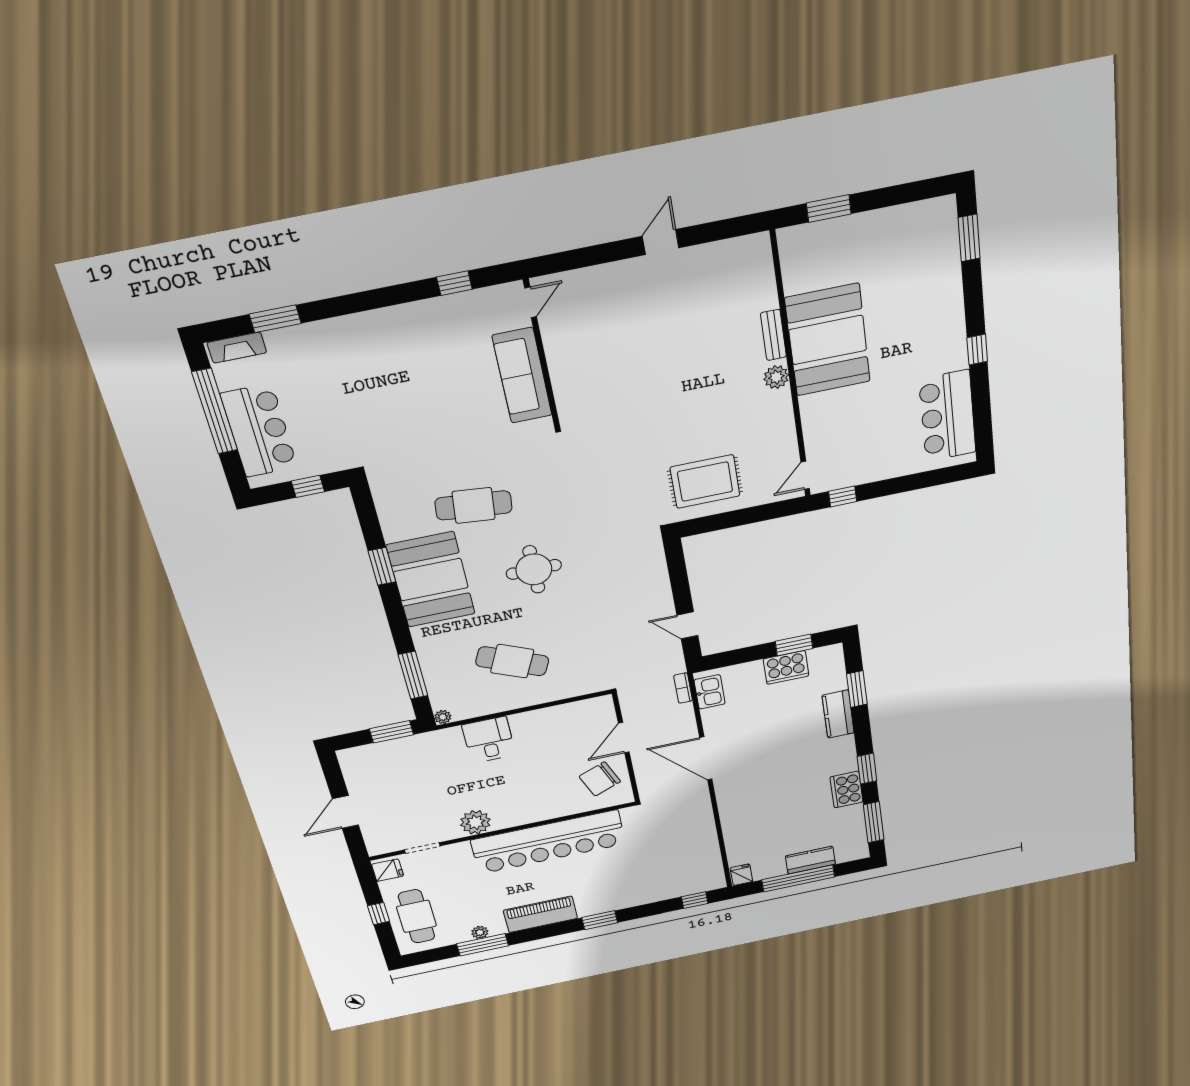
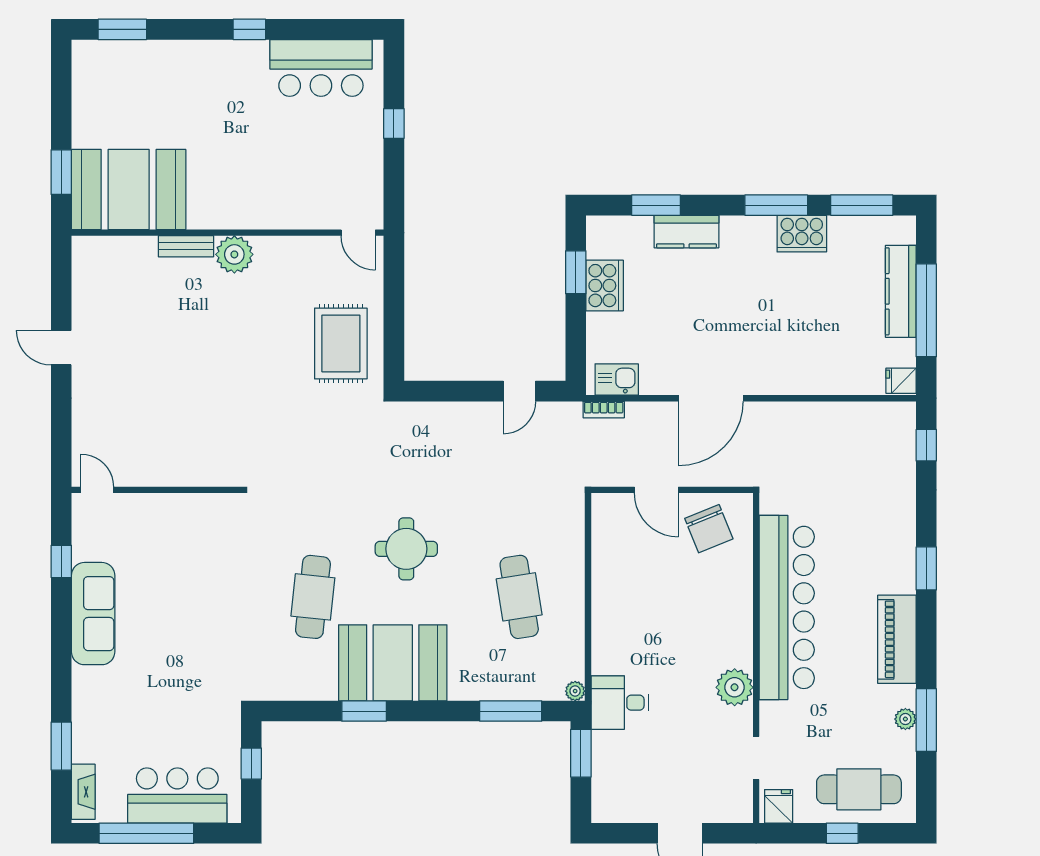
booth: (828, 340) -> (129, 189), moved
sofa: (522, 376) -> (93, 614), moved, turned -90
plant: (776, 377) -> (234, 254), width x1.36, depth x1.36
window: (843, 496) -> (394, 123), moved
cafe table: (512, 661) -> (519, 597), turned -33
desk: (489, 740) -> (620, 703), moved
window: (867, 769) -> (776, 205), width x1.44
kitchen counter: (810, 860) -> (901, 291), width x1.50

